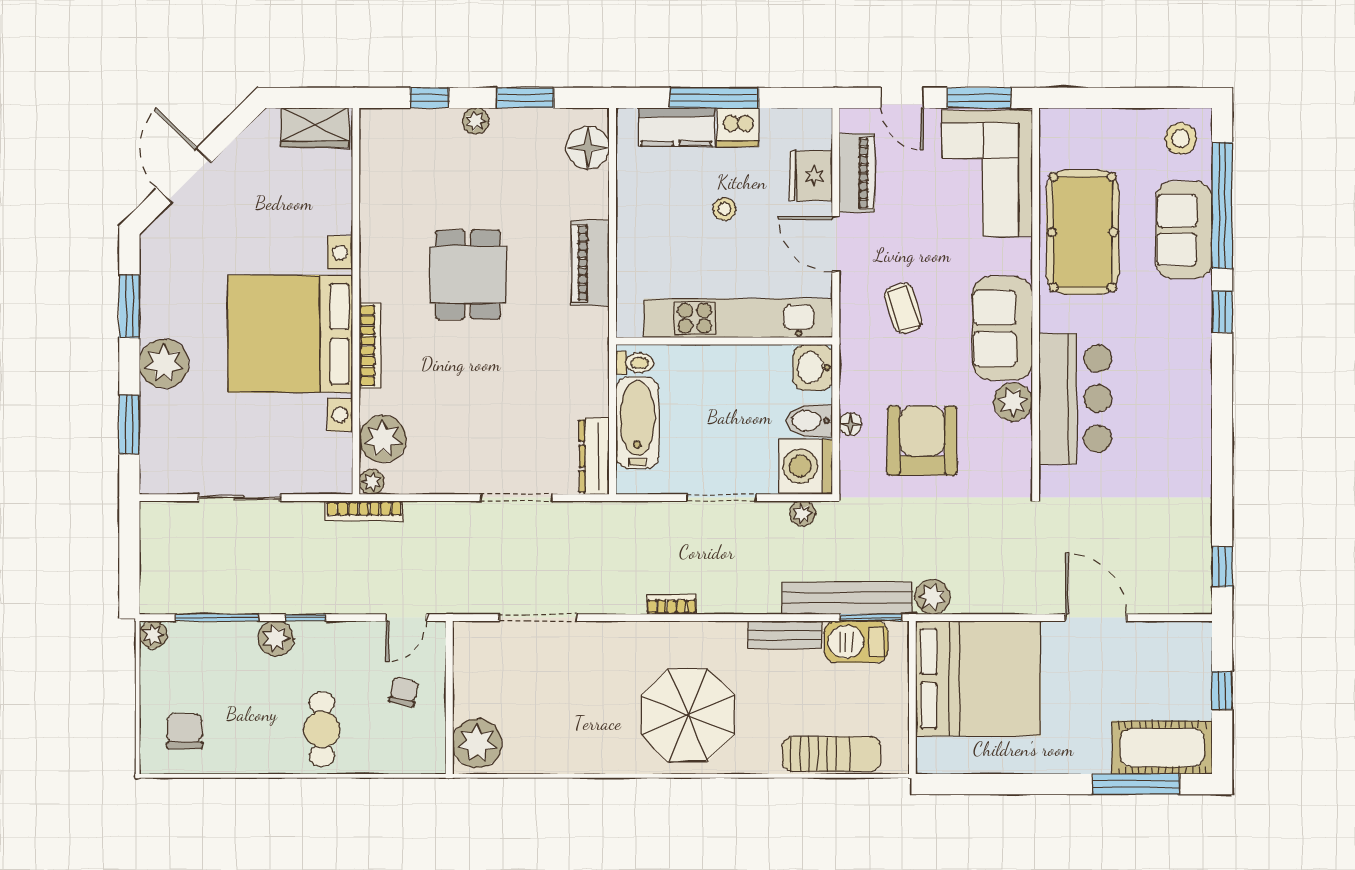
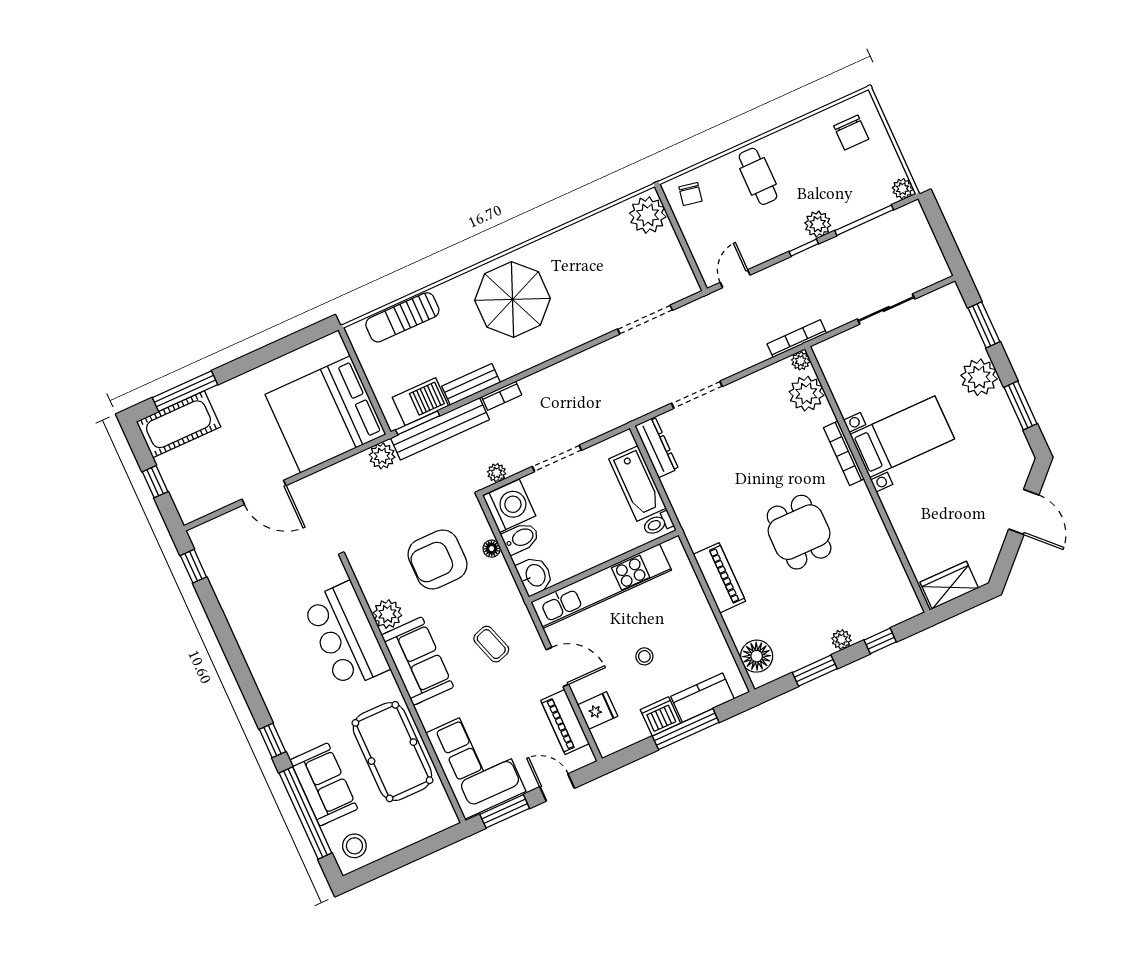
fridge: (811, 176) -> (598, 711), width x0.72
bed with nightstands: (290, 334) -> (902, 437), width x0.54
armchair: (922, 441) -> (437, 559), turned 90
bookcase: (671, 604) -> (502, 396), moved
chair: (403, 692) -> (690, 194), moved

